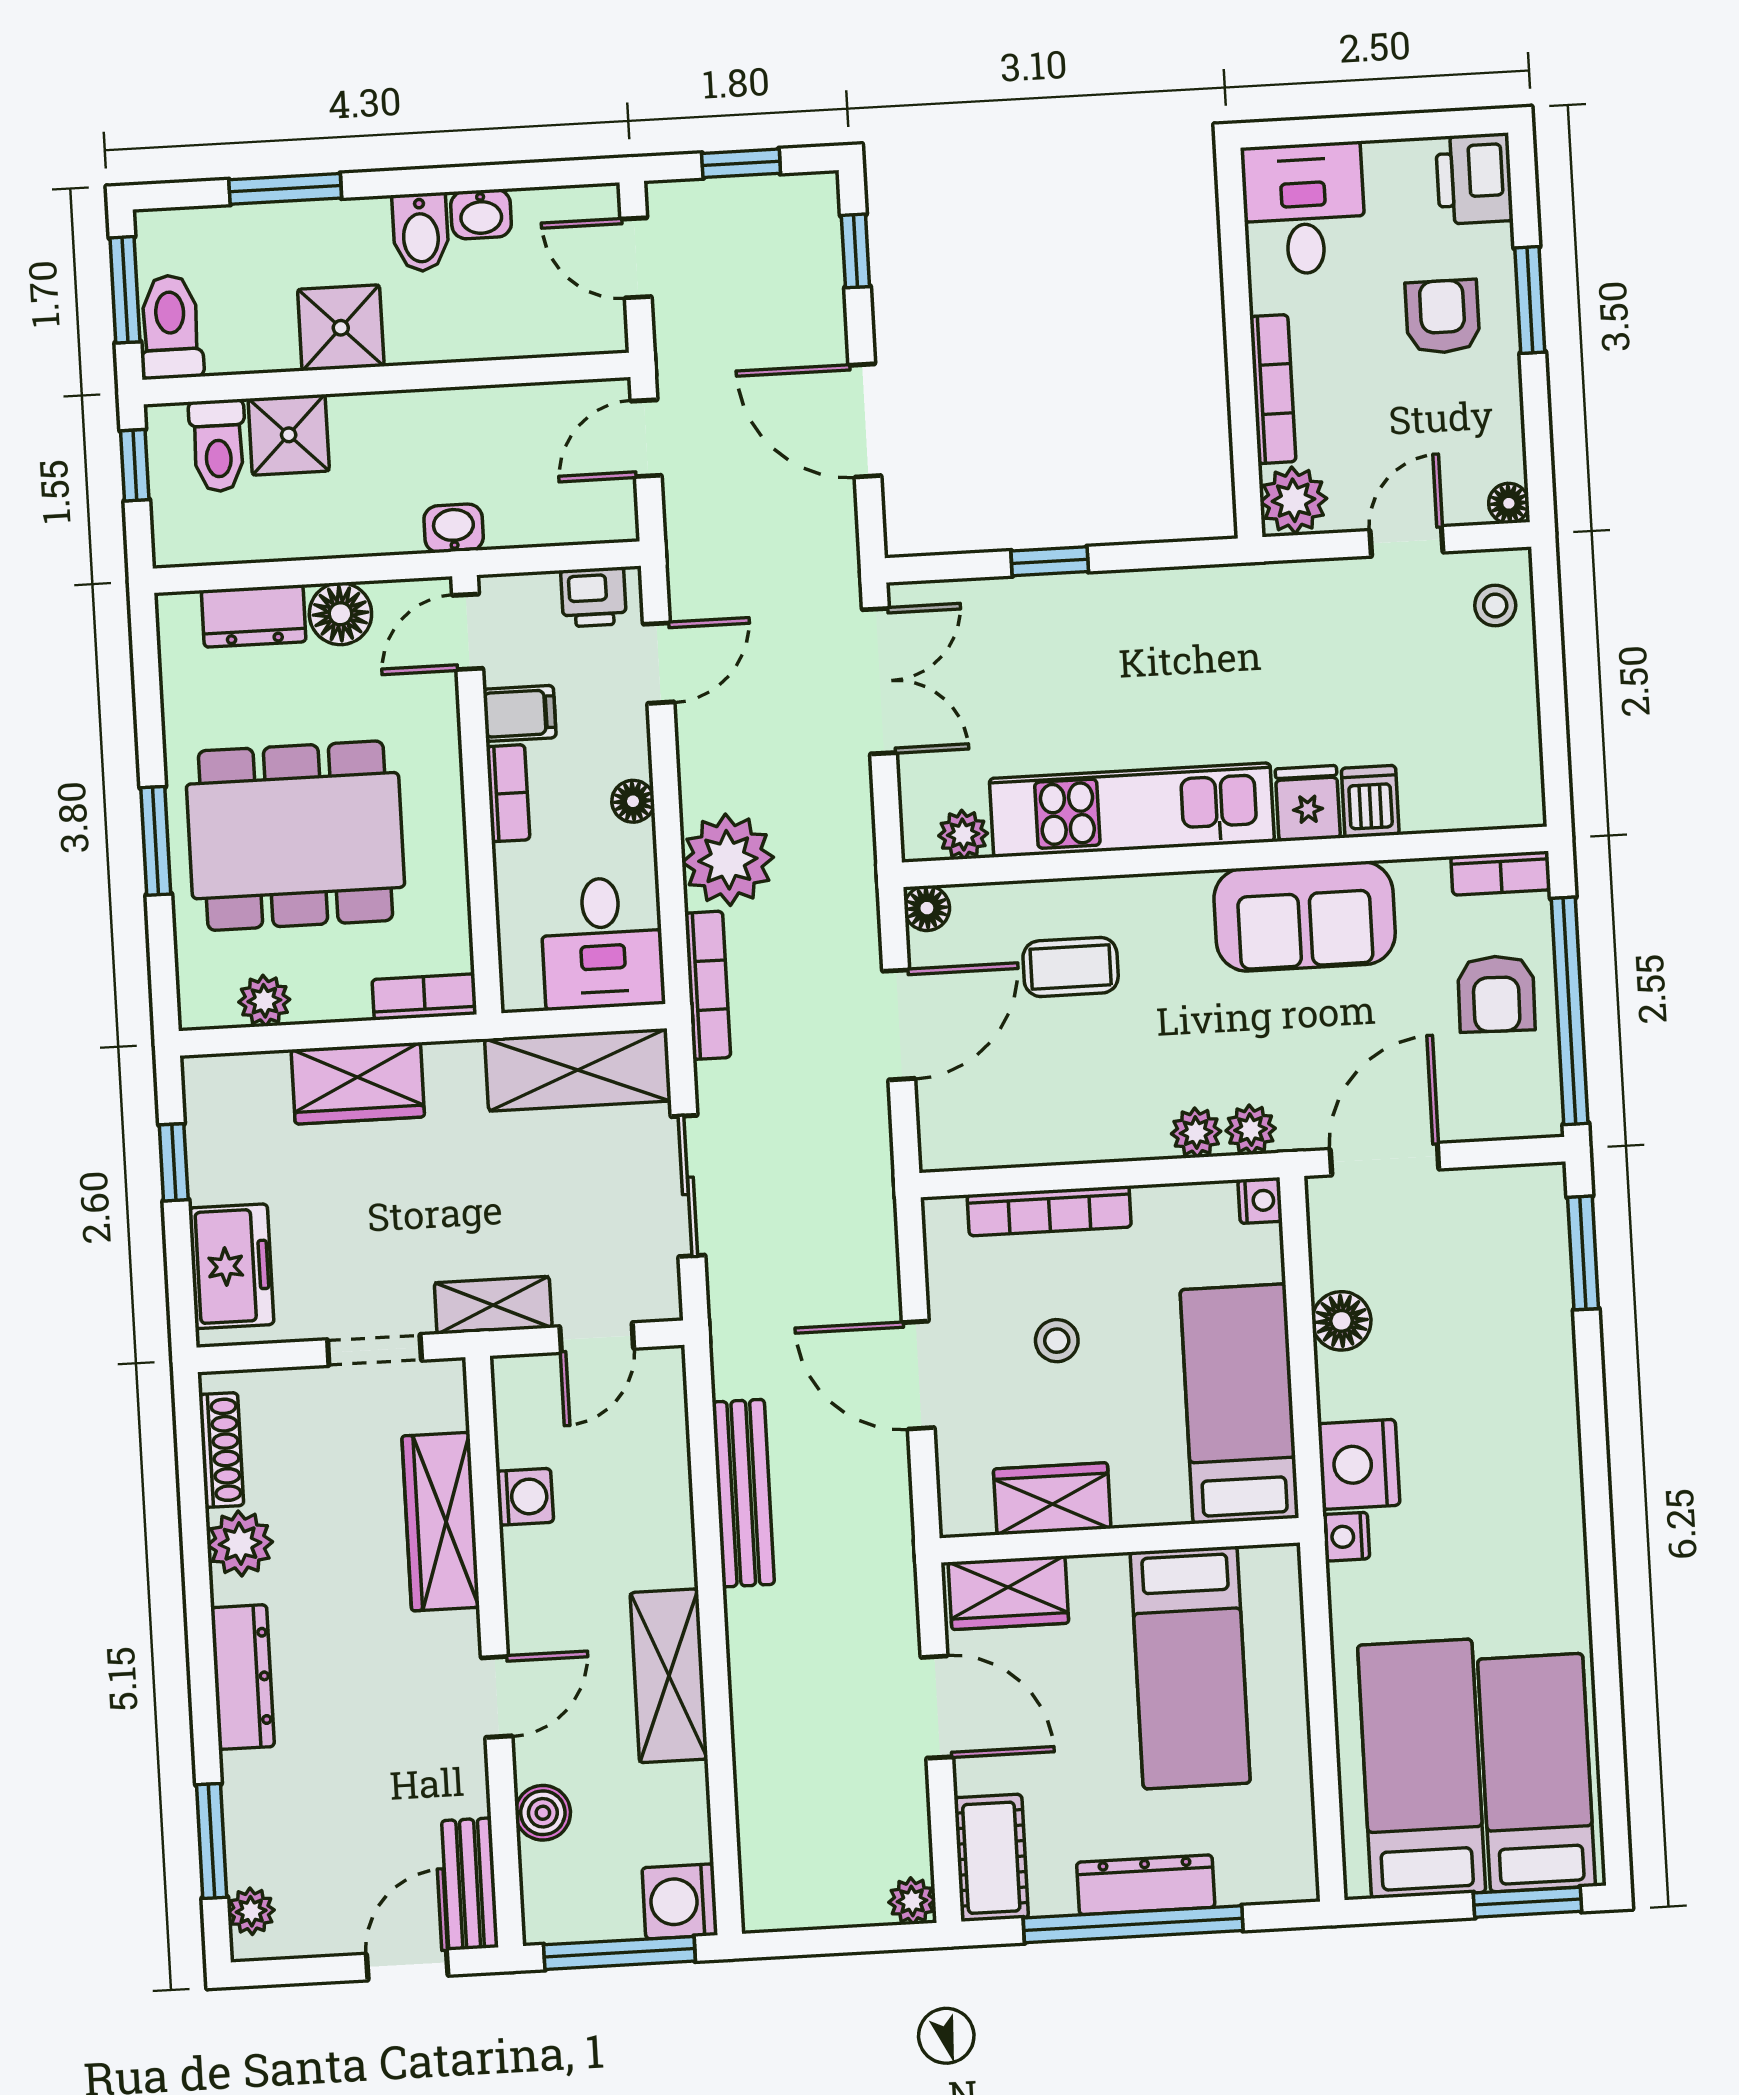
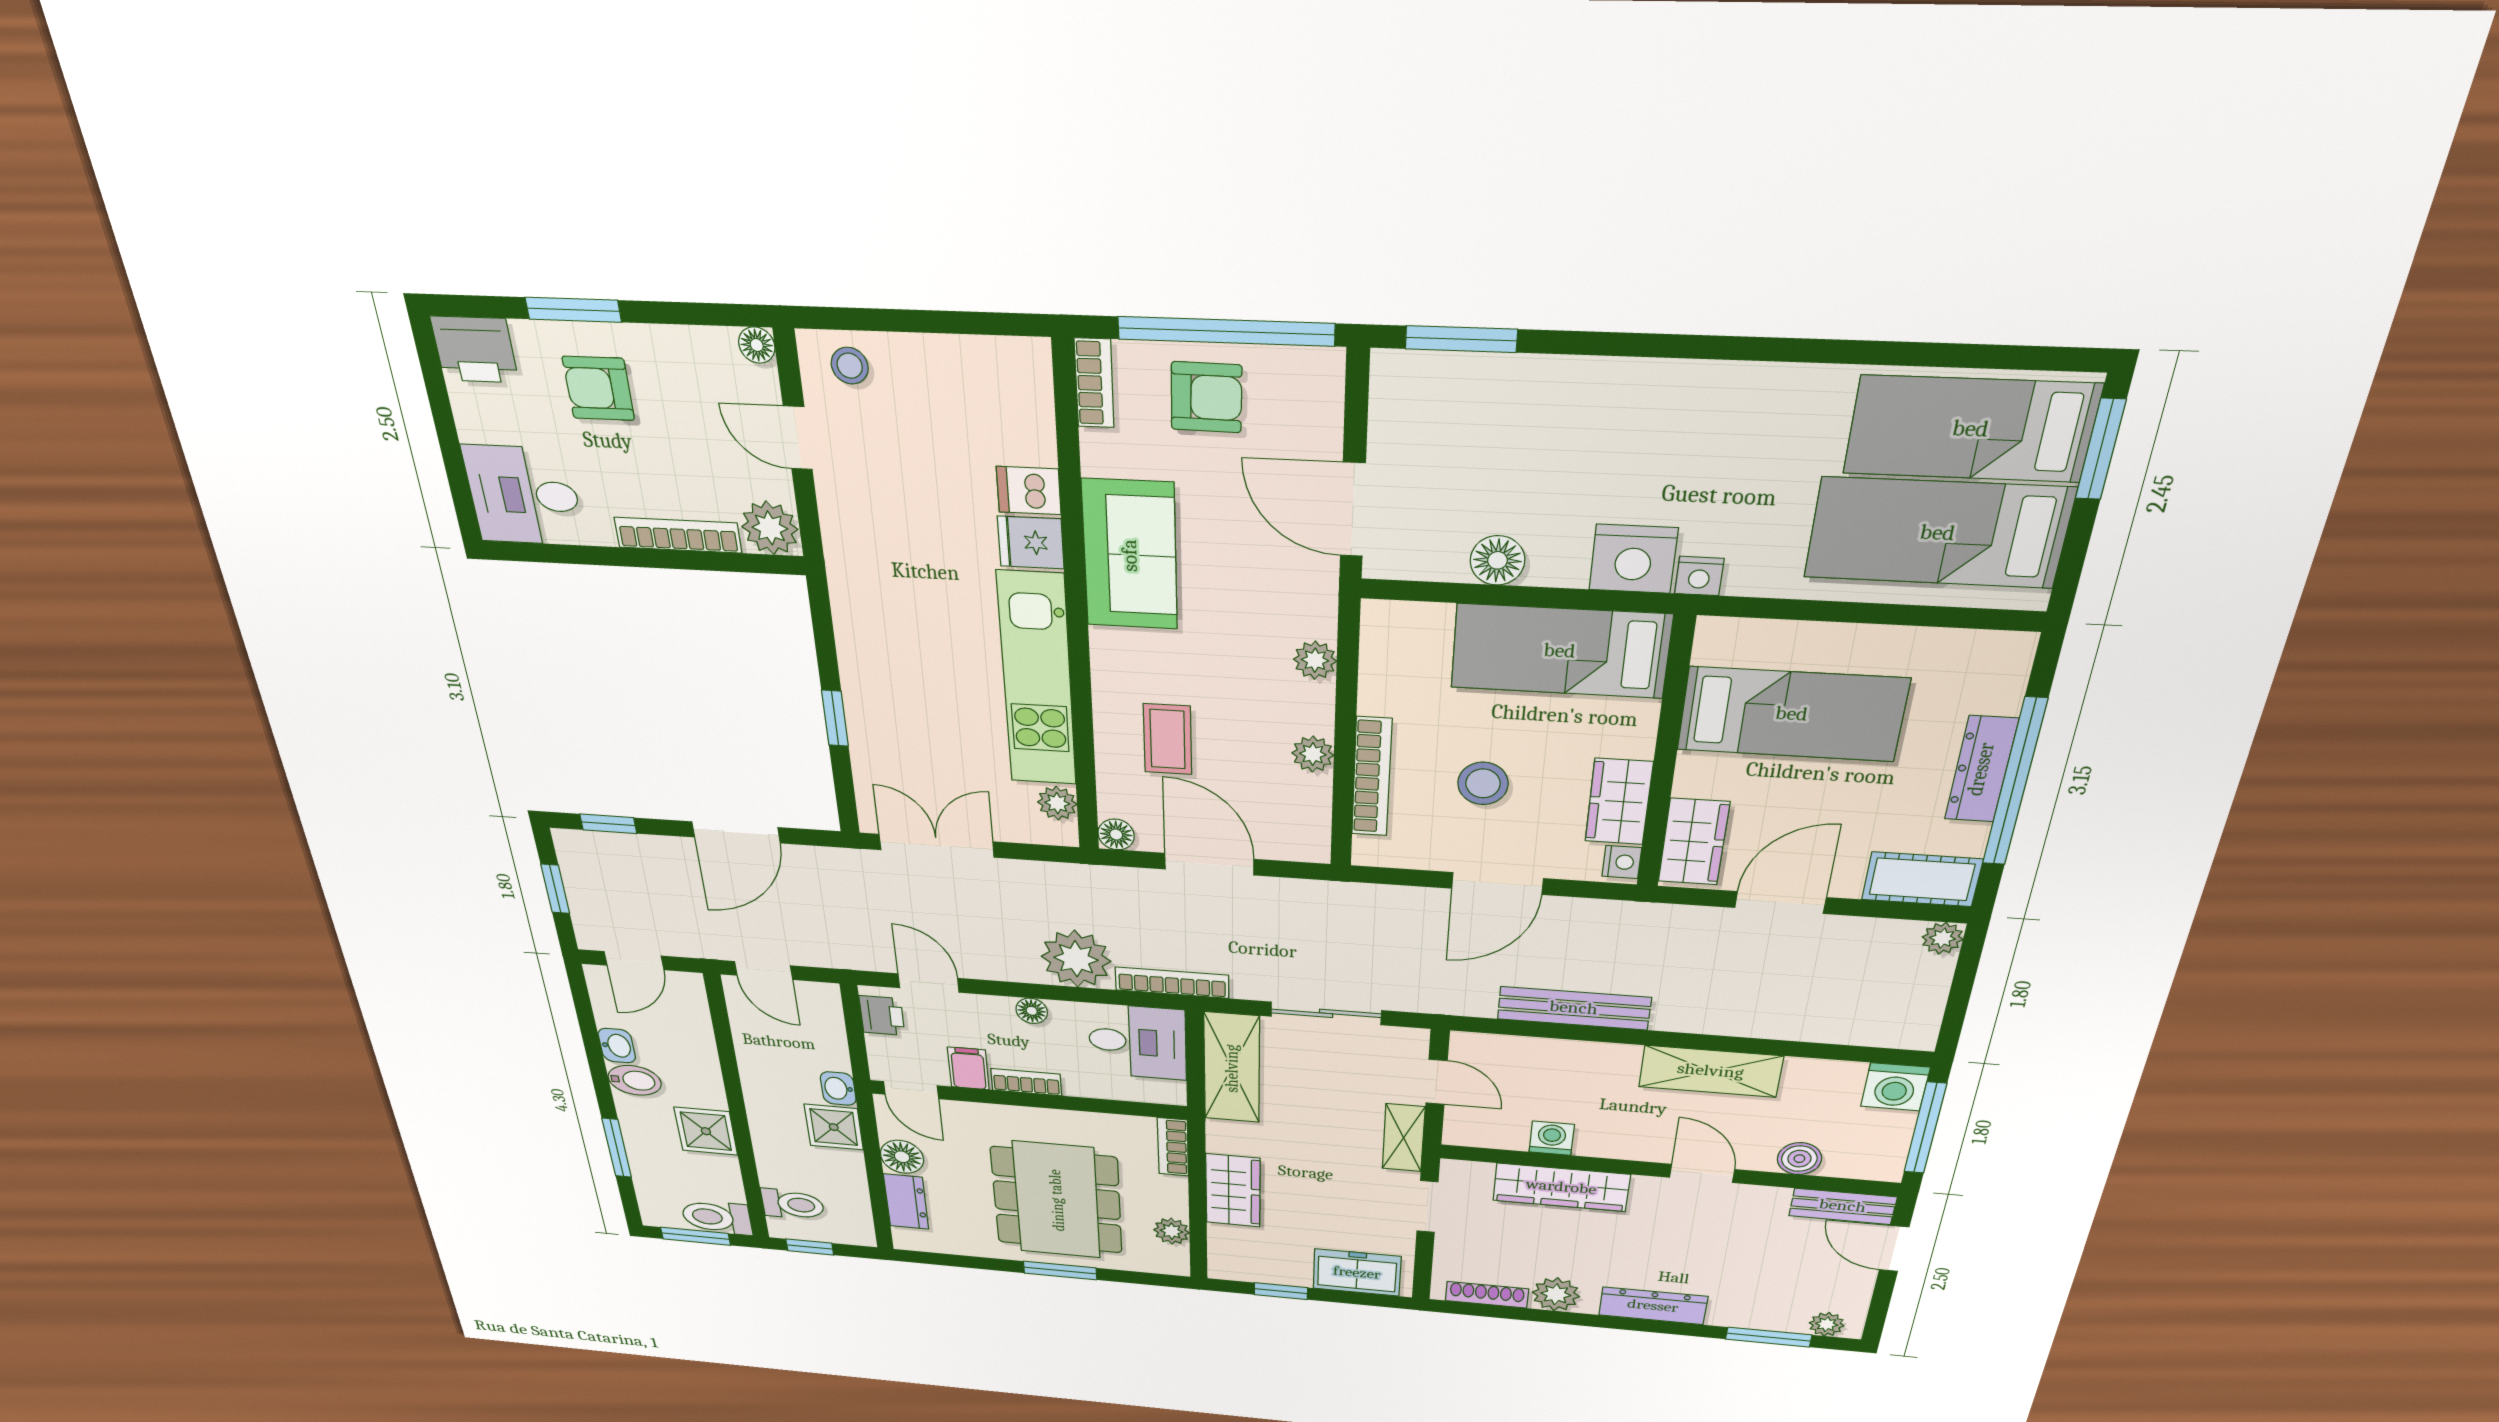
shower: (289, 435) -> (834, 1127), moved
plant: (1251, 1130) -> (1313, 754), moved
nightstand: (1260, 1201) -> (1622, 862), moved, turned 90
stool: (1057, 1341) -> (1483, 783), width x1.37, depth x1.37

